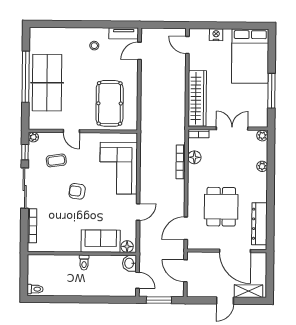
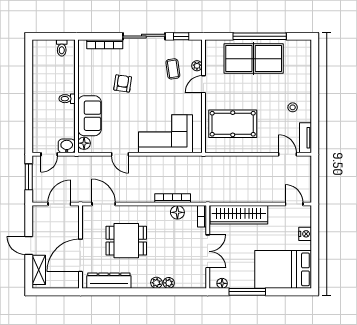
door: (187, 45) -> (294, 204), hinge flipped
floor lamp: (263, 115) -> (222, 283), added
plant: (262, 136) -> (156, 283), moved
plant: (33, 137) -> (197, 66), moved
armchair: (77, 191) -> (123, 83), moved
toilet: (35, 289) -> (62, 48), moved

